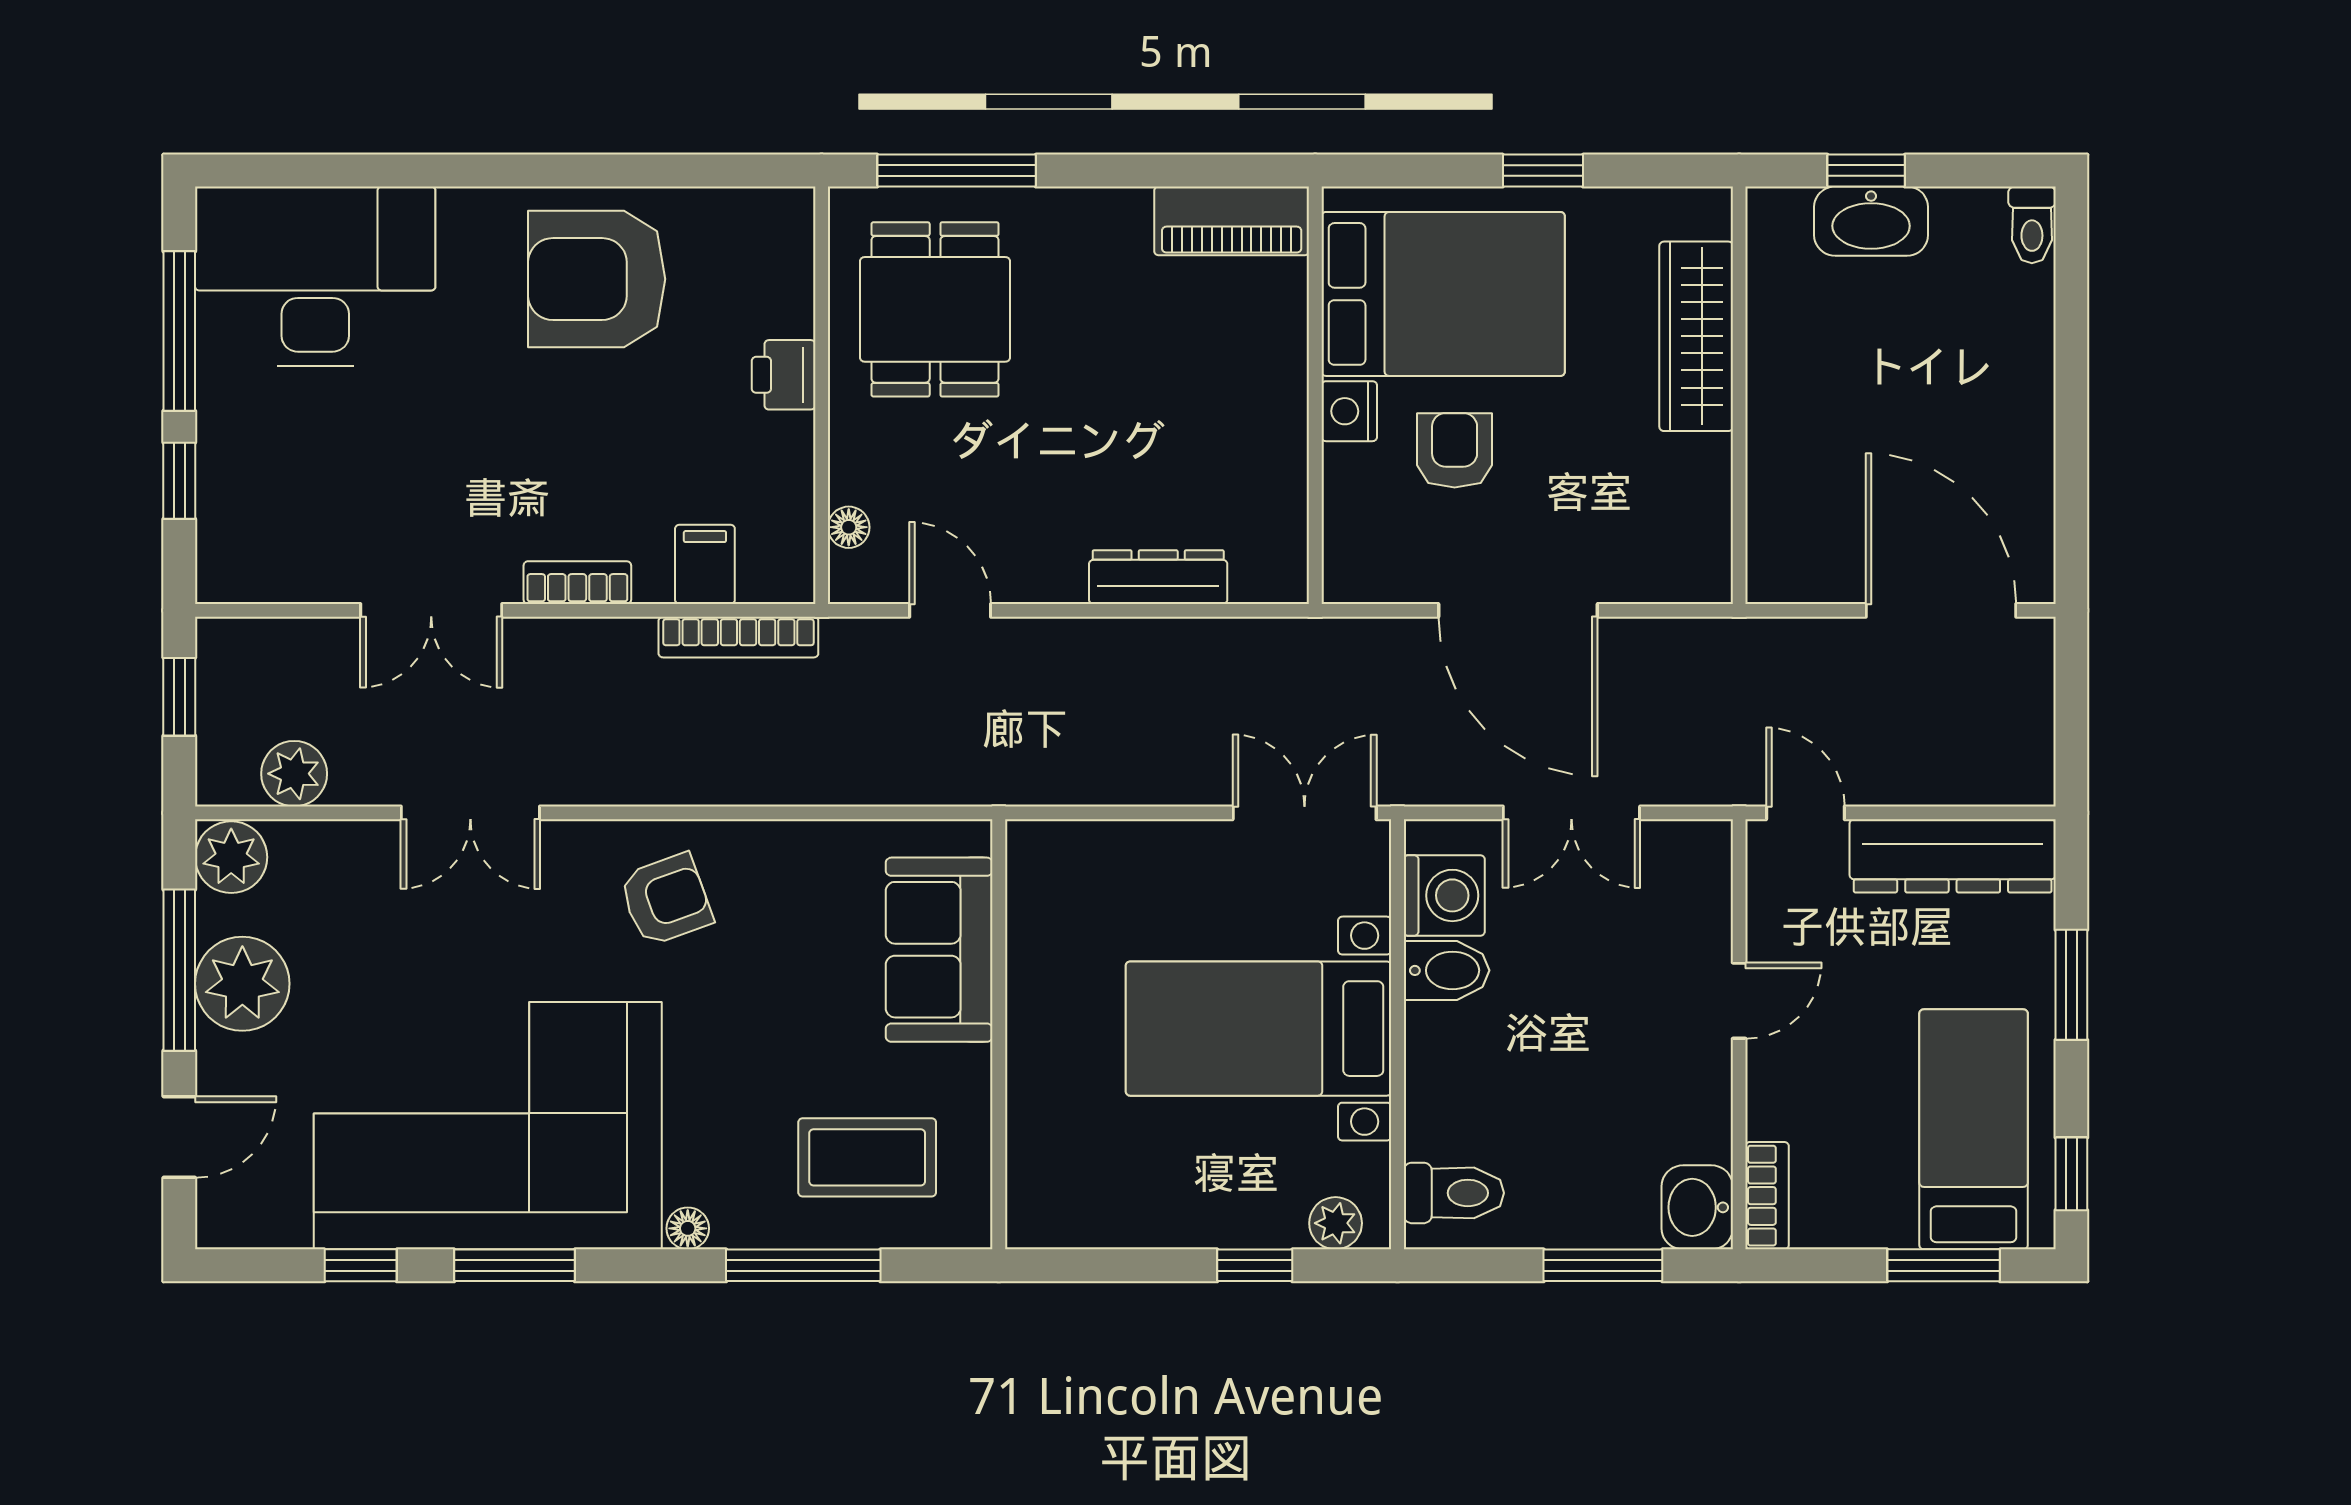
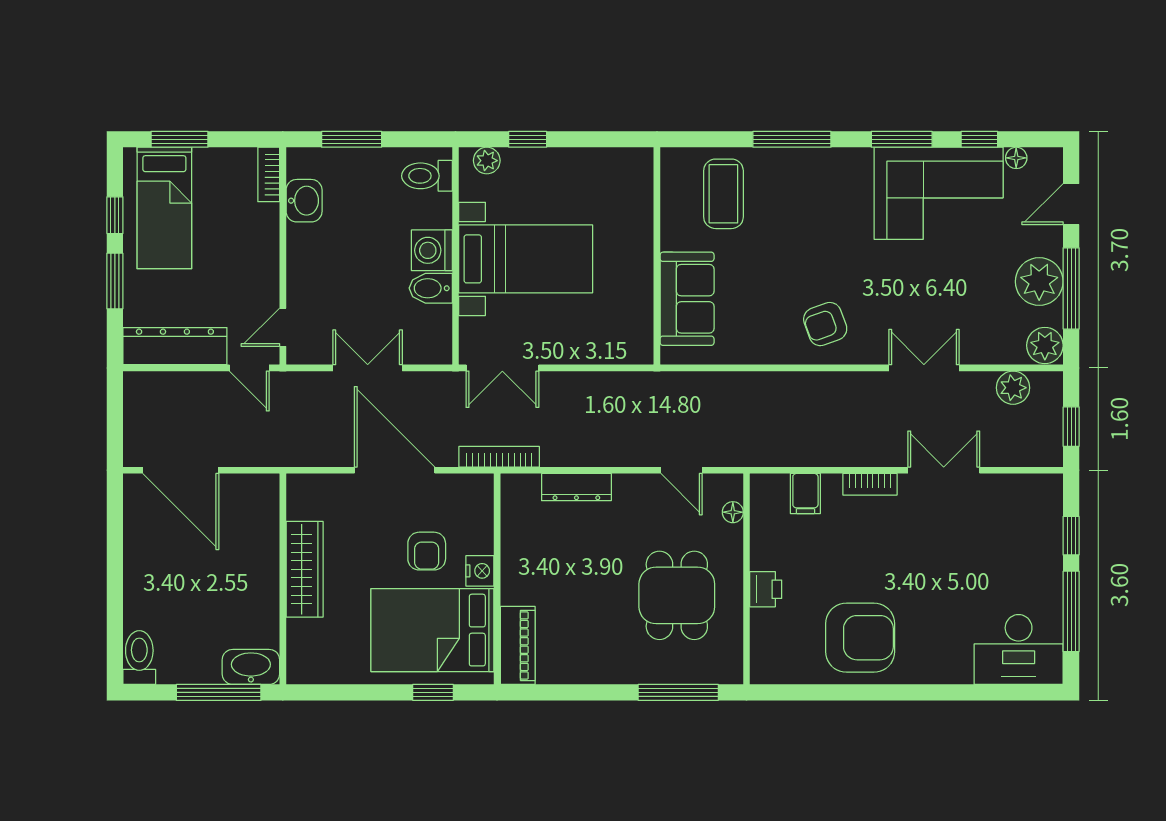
window: (1543, 171) -> (433, 692), moved
window: (1866, 171) -> (219, 692), width x2.17
piano: (1232, 221) -> (518, 645), moved, turned 90
washbasin: (1871, 221) -> (251, 667), moved
toilet: (2032, 225) -> (139, 658), width x1.37, depth x1.39
desk: (315, 276) -> (1019, 650), width x0.73, depth x0.77
dining table: (935, 309) -> (677, 595), moved
wardrobe: (1696, 336) -> (305, 569), moved
bookcase: (738, 637) -> (499, 457), moved
washing machine: (1444, 895) -> (432, 250), moved
door: (1739, 1001) -> (283, 327), moved
corner sofa: (488, 1126) -> (939, 193), width x0.73, depth x0.74
coffee table: (867, 1157) -> (723, 194), turned 90
window: (2071, 1174) -> (115, 215), moved
washbasin: (1697, 1207) -> (304, 201), moved
floor lamp: (688, 1228) -> (1016, 158), moved
window: (803, 1265) -> (792, 139), moved

